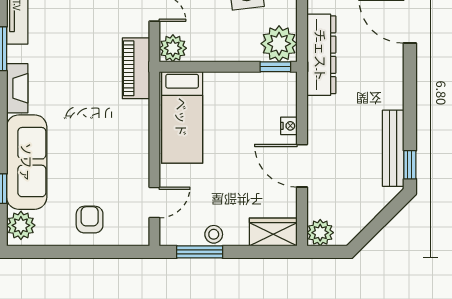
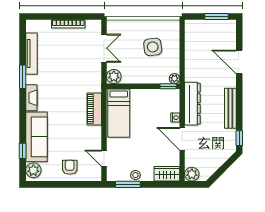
plant: (279, 44) -> (174, 79), width x0.53, depth x0.53
dresser: (321, 55) -> (192, 104), moved
piano: (136, 68) -> (94, 109), moved
bench: (393, 148) -> (230, 108), moved
door: (154, 203) -> (104, 158), swing flipped

